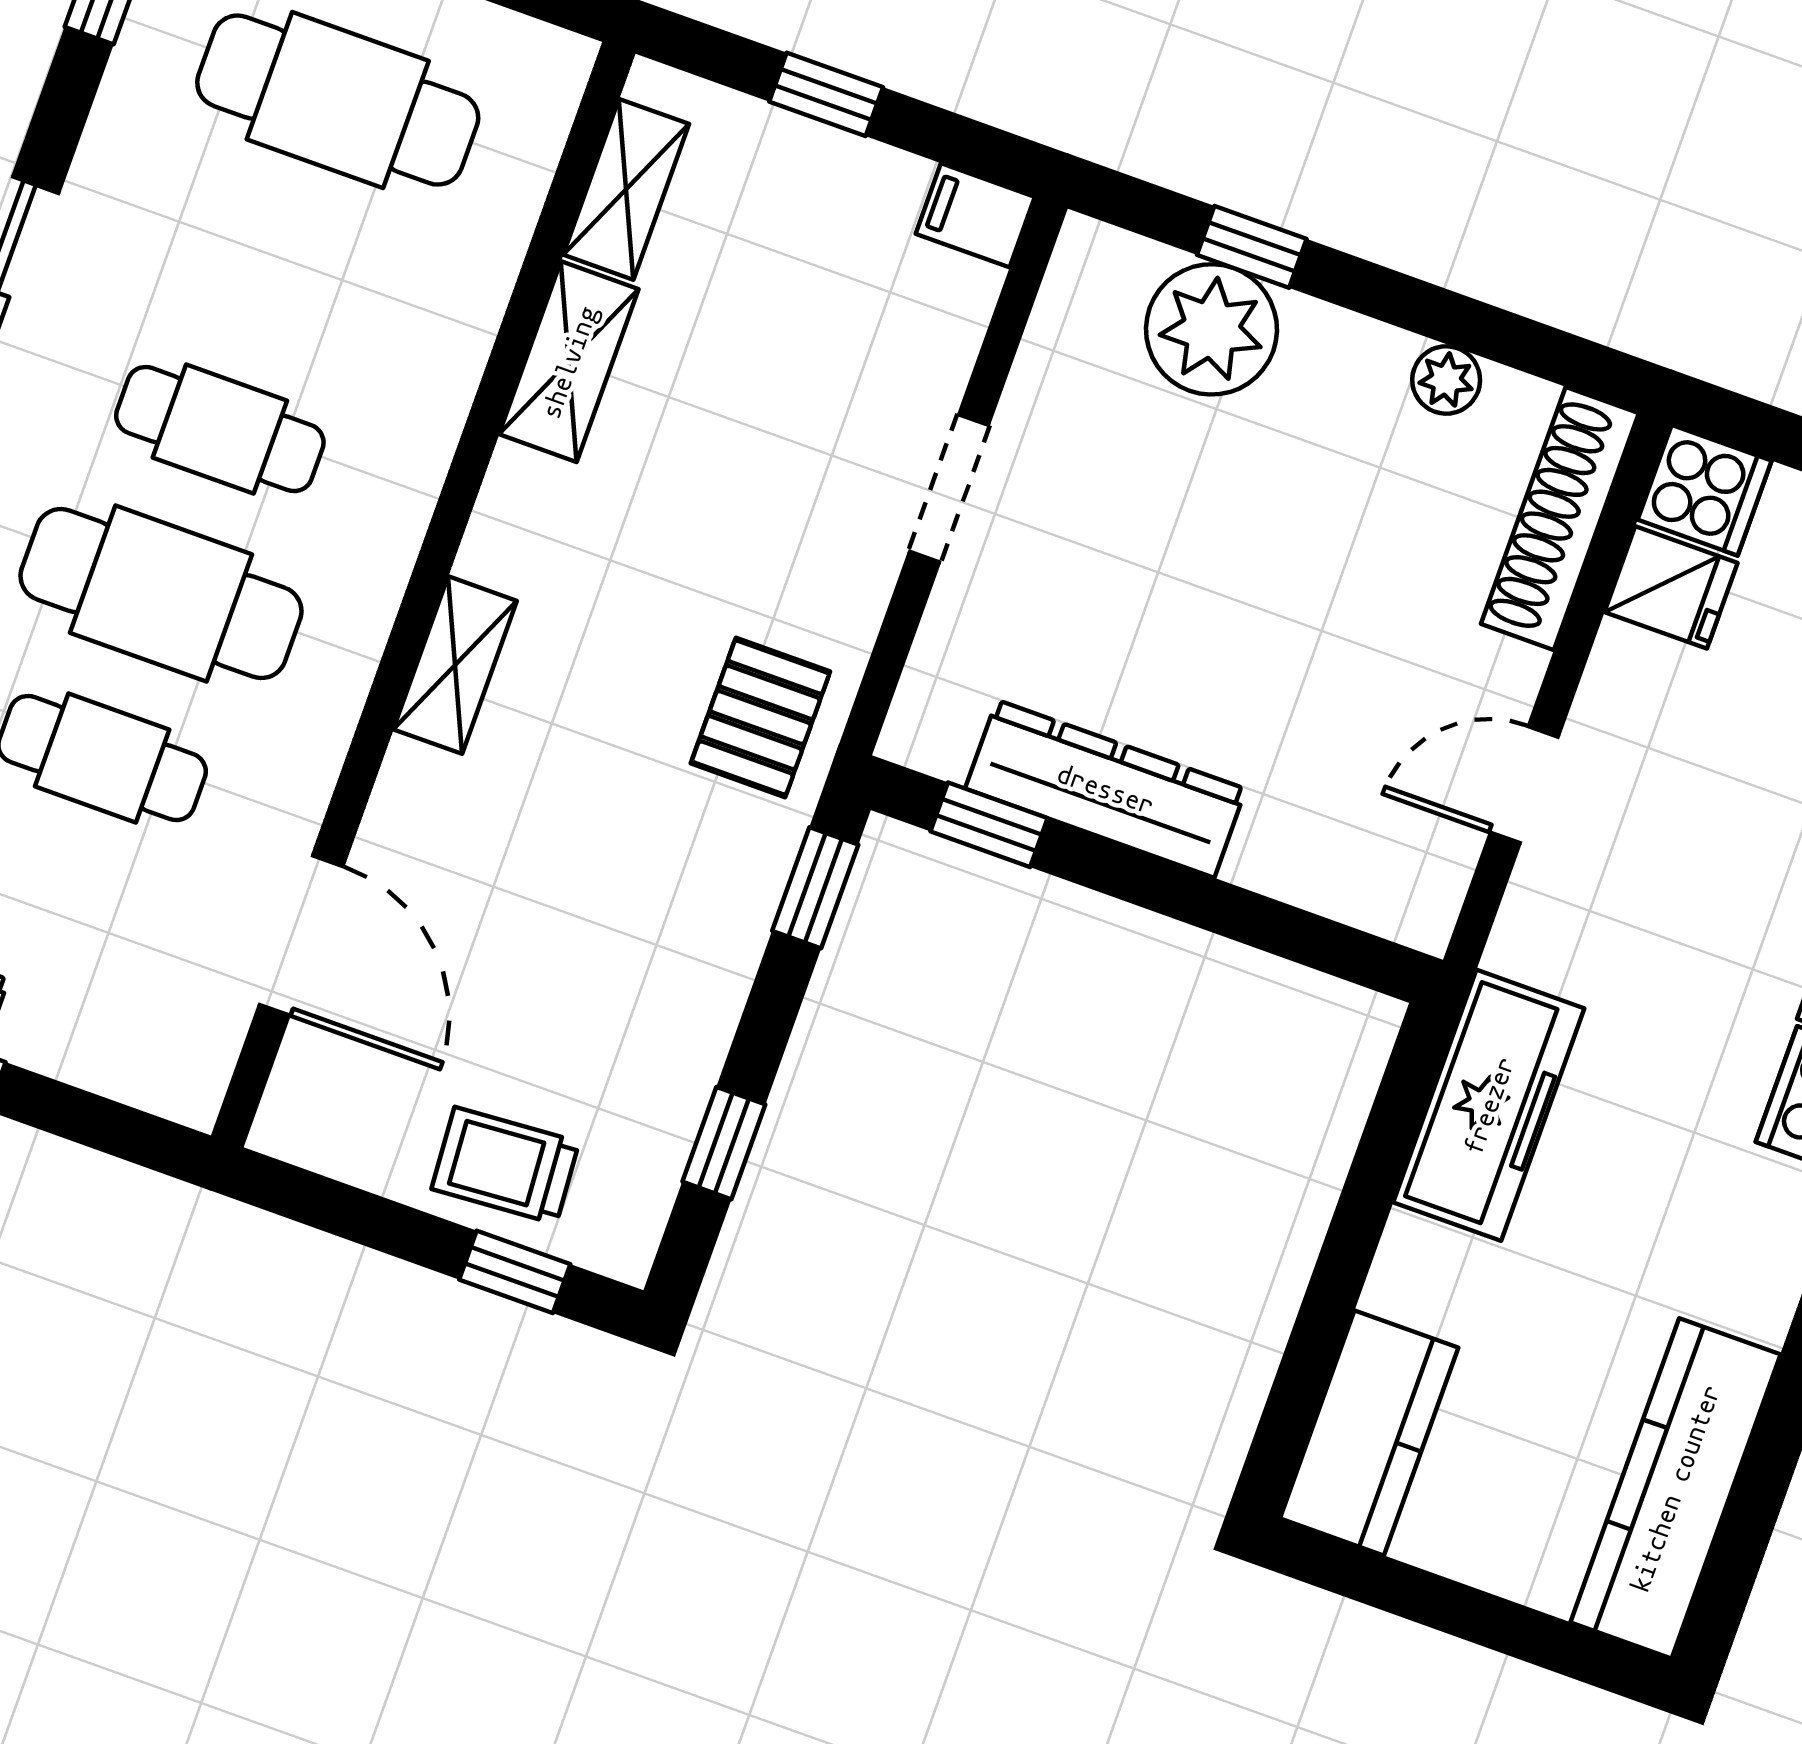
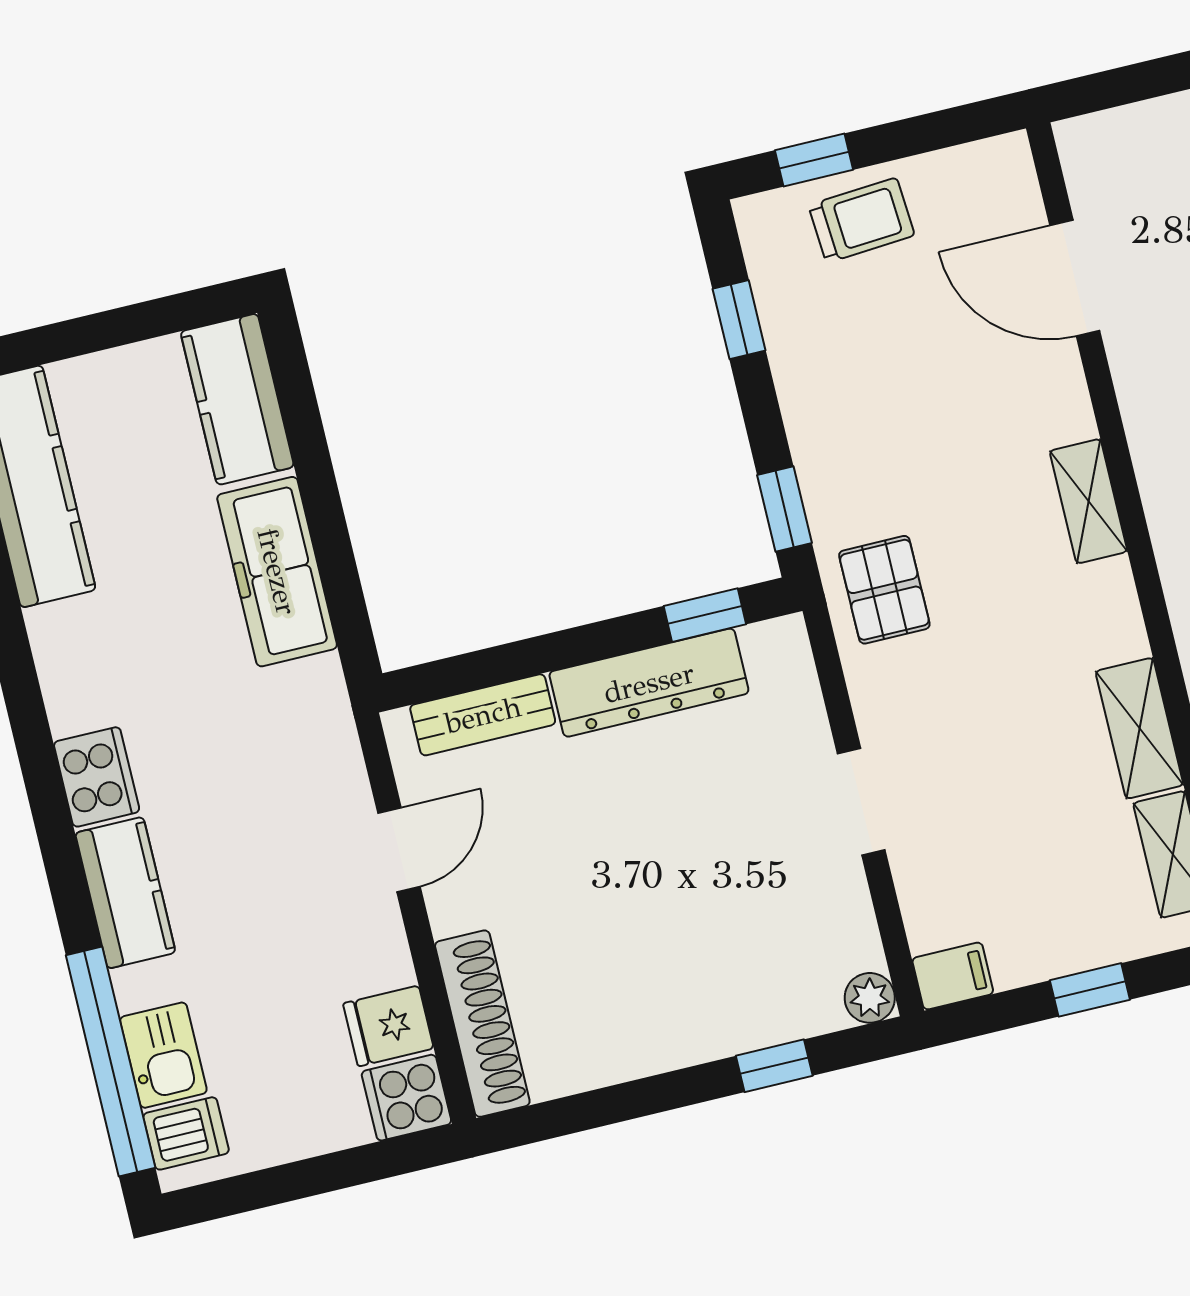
plant: (1212, 329) -> (870, 998), moved, width x0.53, depth x0.53
plant: (1446, 380) -> (605, 1062), removed
bench: (1324, 878) -> (483, 715), added
freezer: (1489, 1105) -> (277, 572), moved

